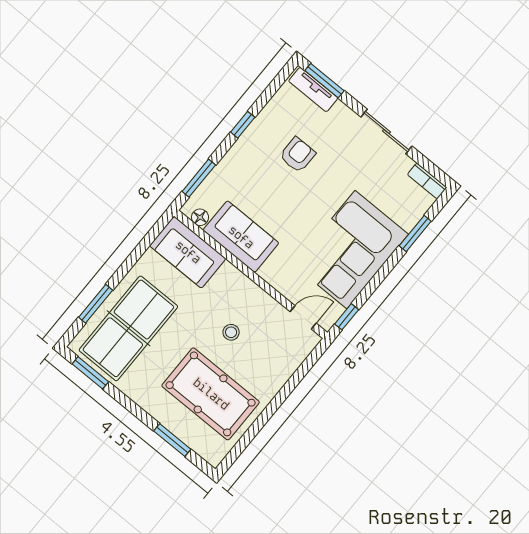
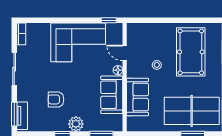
plant: (241, 154) -> (76, 124), added
floor lamp: (200, 217) -> (118, 70), moved
window: (415, 233) -> (48, 20), removed
sofa: (188, 252) -> (137, 97), moved
door: (303, 317) -> (125, 53), moved

